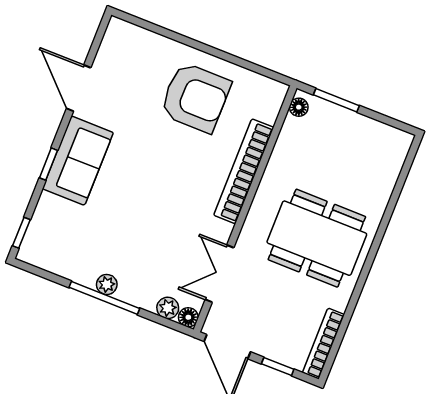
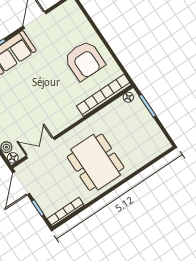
bookcase: (244, 171) -> (104, 95), moved

